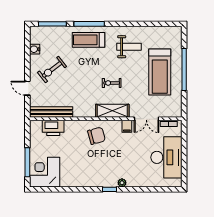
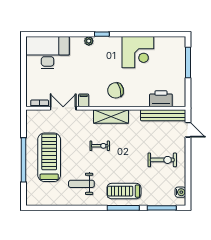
treadmill: (89, 40) -> (124, 191), turned 180
water cooler: (35, 49) -> (180, 192), moved
exercise bike: (52, 70) -> (162, 160), turned 38
door: (27, 88) -> (188, 130), moved
shelving: (112, 111) -> (111, 117), moved
desk: (166, 157) -> (48, 53), moved, turned 90
corner desk: (45, 172) -> (138, 52), moved

